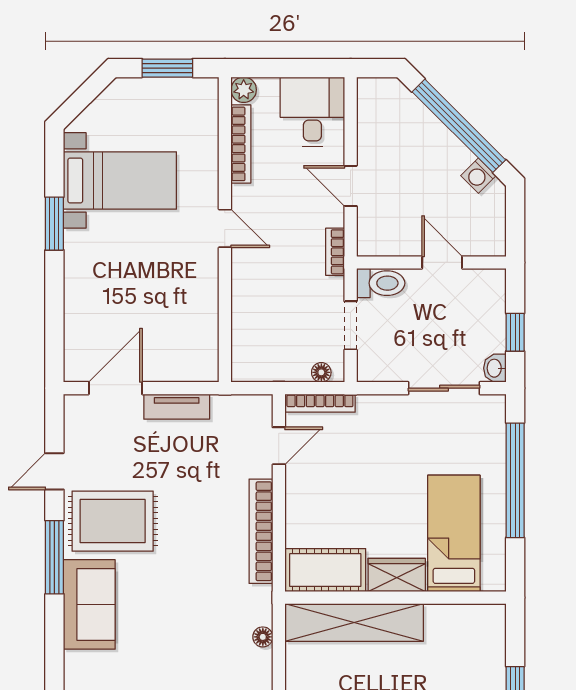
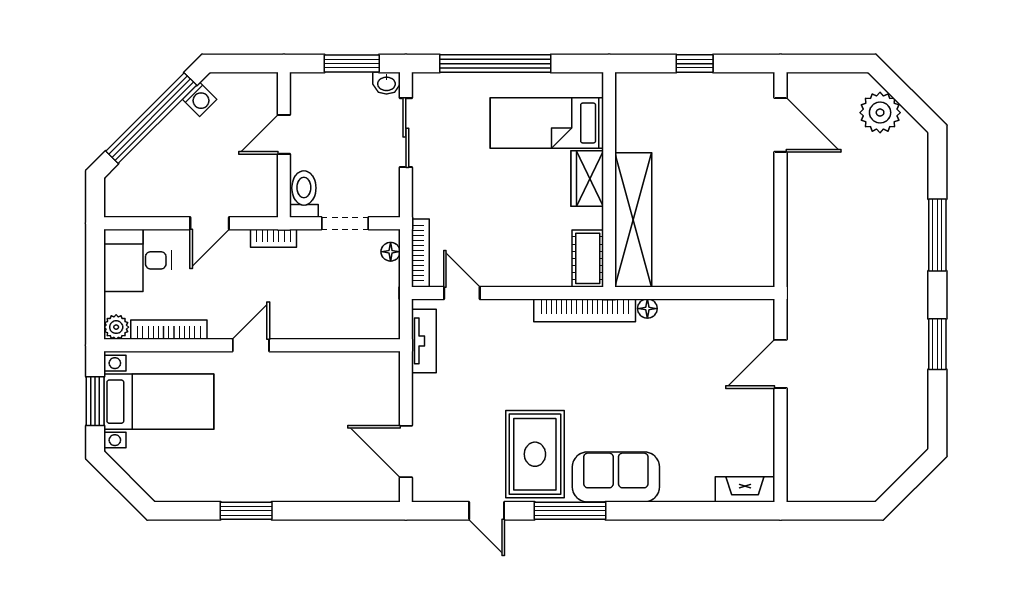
bed with nightstands: (120, 180) -> (159, 402), moved, turned 90
window: (515, 332) -> (352, 64), width x1.50
tv unit: (177, 407) -> (424, 341), moved
bookcase: (261, 531) -> (585, 310), moved
cot: (325, 570) -> (588, 258), width x0.73, depth x0.75

